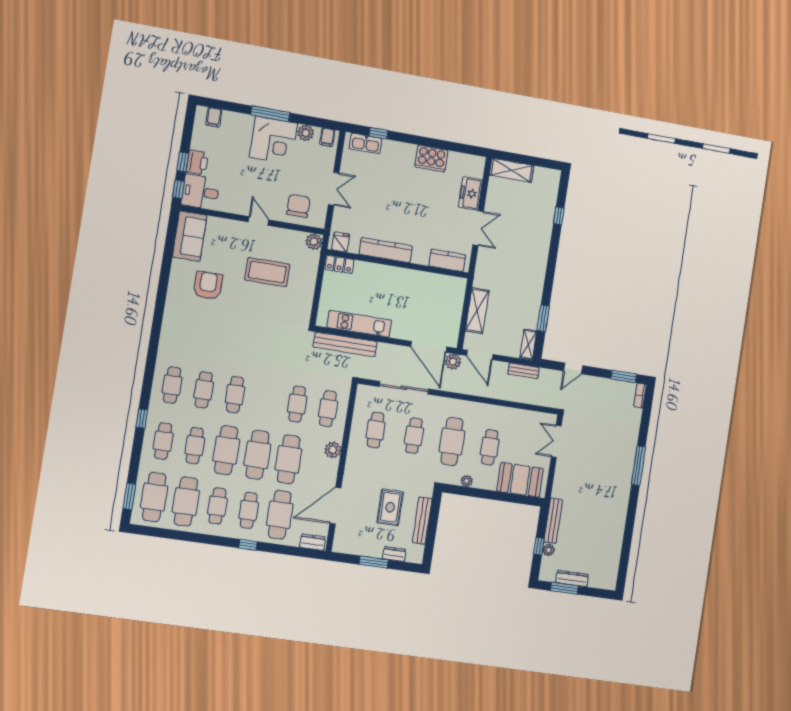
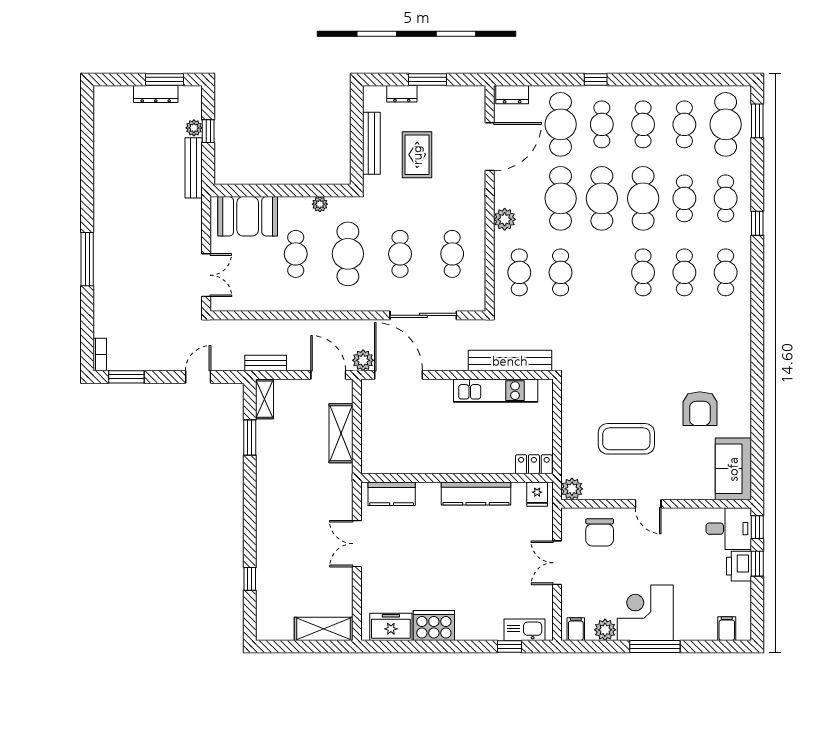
freezer: (470, 193) -> (391, 627), moved, turned -90
cafe table: (186, 502) -> (684, 124), width x0.73, depth x0.74

